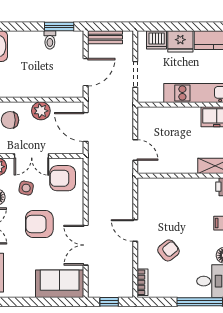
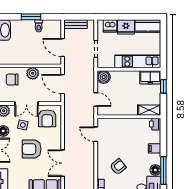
window: (59, 26) -> (31, 17), moved
door: (86, 72) -> (63, 47), swing flipped
boiler: (147, 116) -> (104, 77), added
armchair: (63, 178) -> (47, 118), turned -90
door: (135, 230) -> (96, 134), moved

